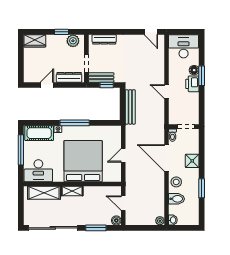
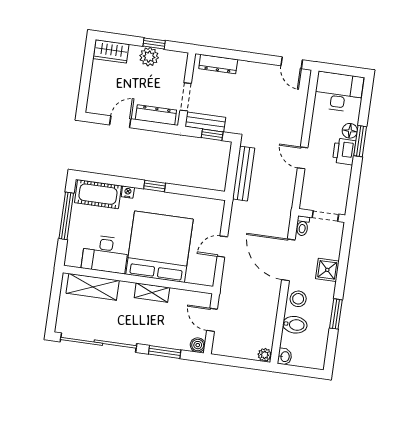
plant: (73, 41) -> (149, 57), moved
window: (75, 123) -> (155, 186), width x0.46
desk: (38, 171) -> (105, 254), moved
shelving: (72, 191) -> (152, 293), moved

